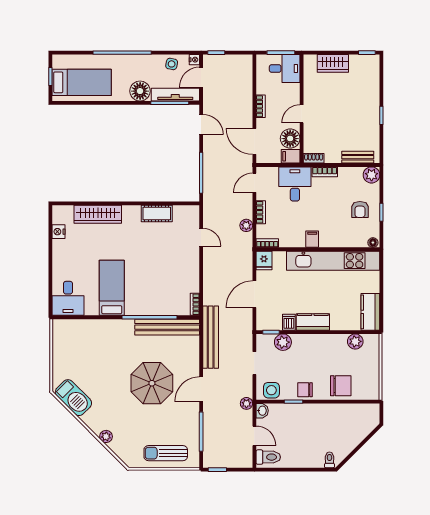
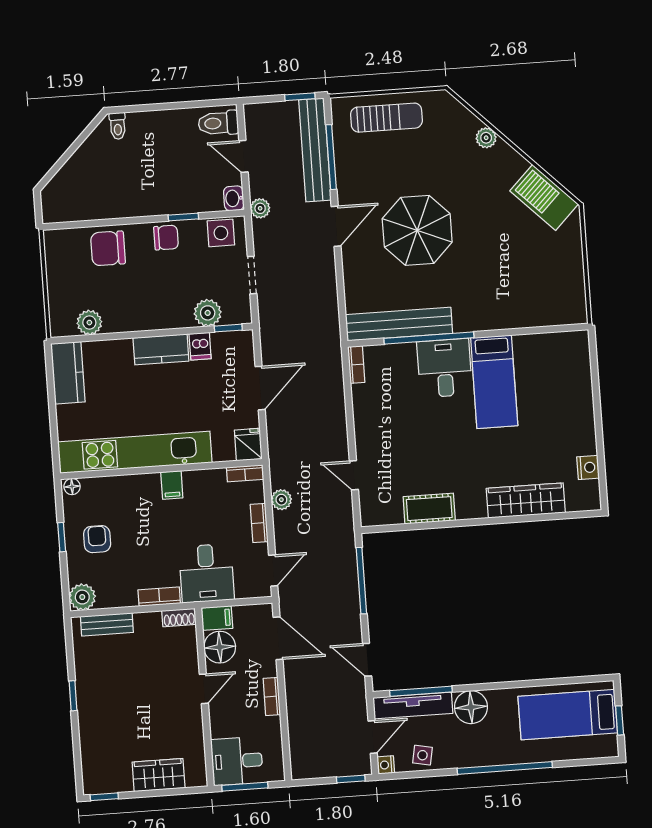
desk: (68, 298) -> (445, 368), moved
bench: (211, 337) -> (315, 150), moved

